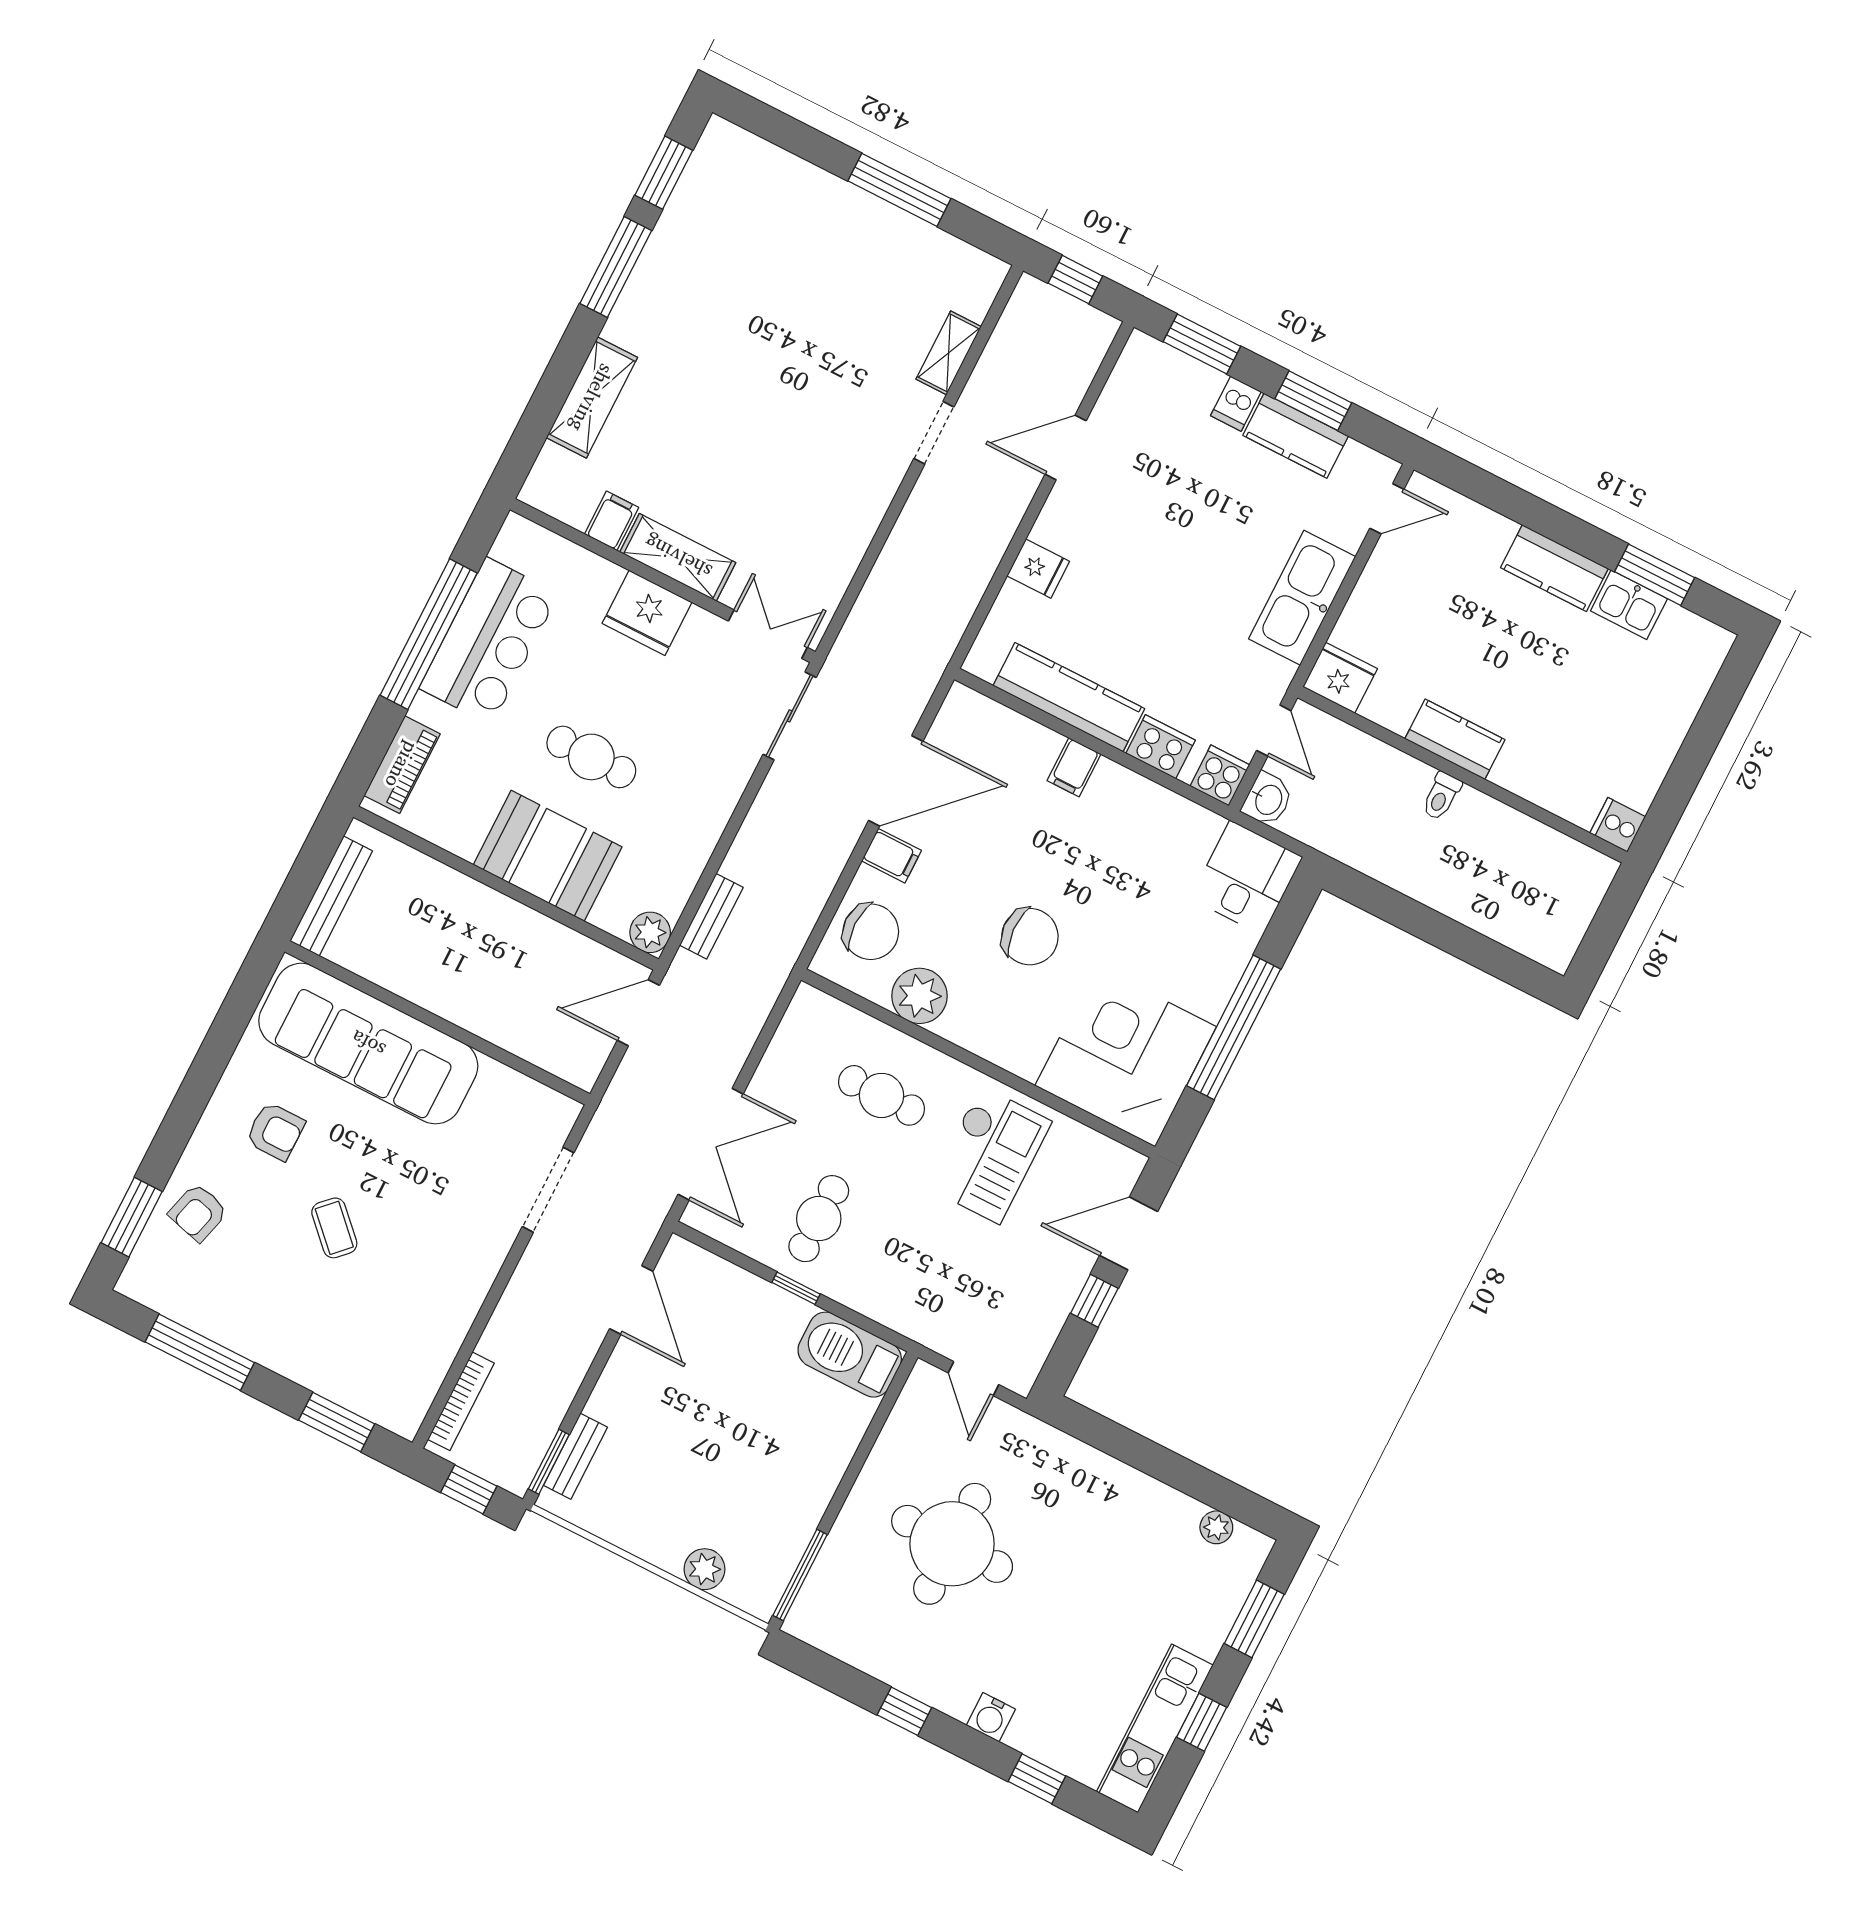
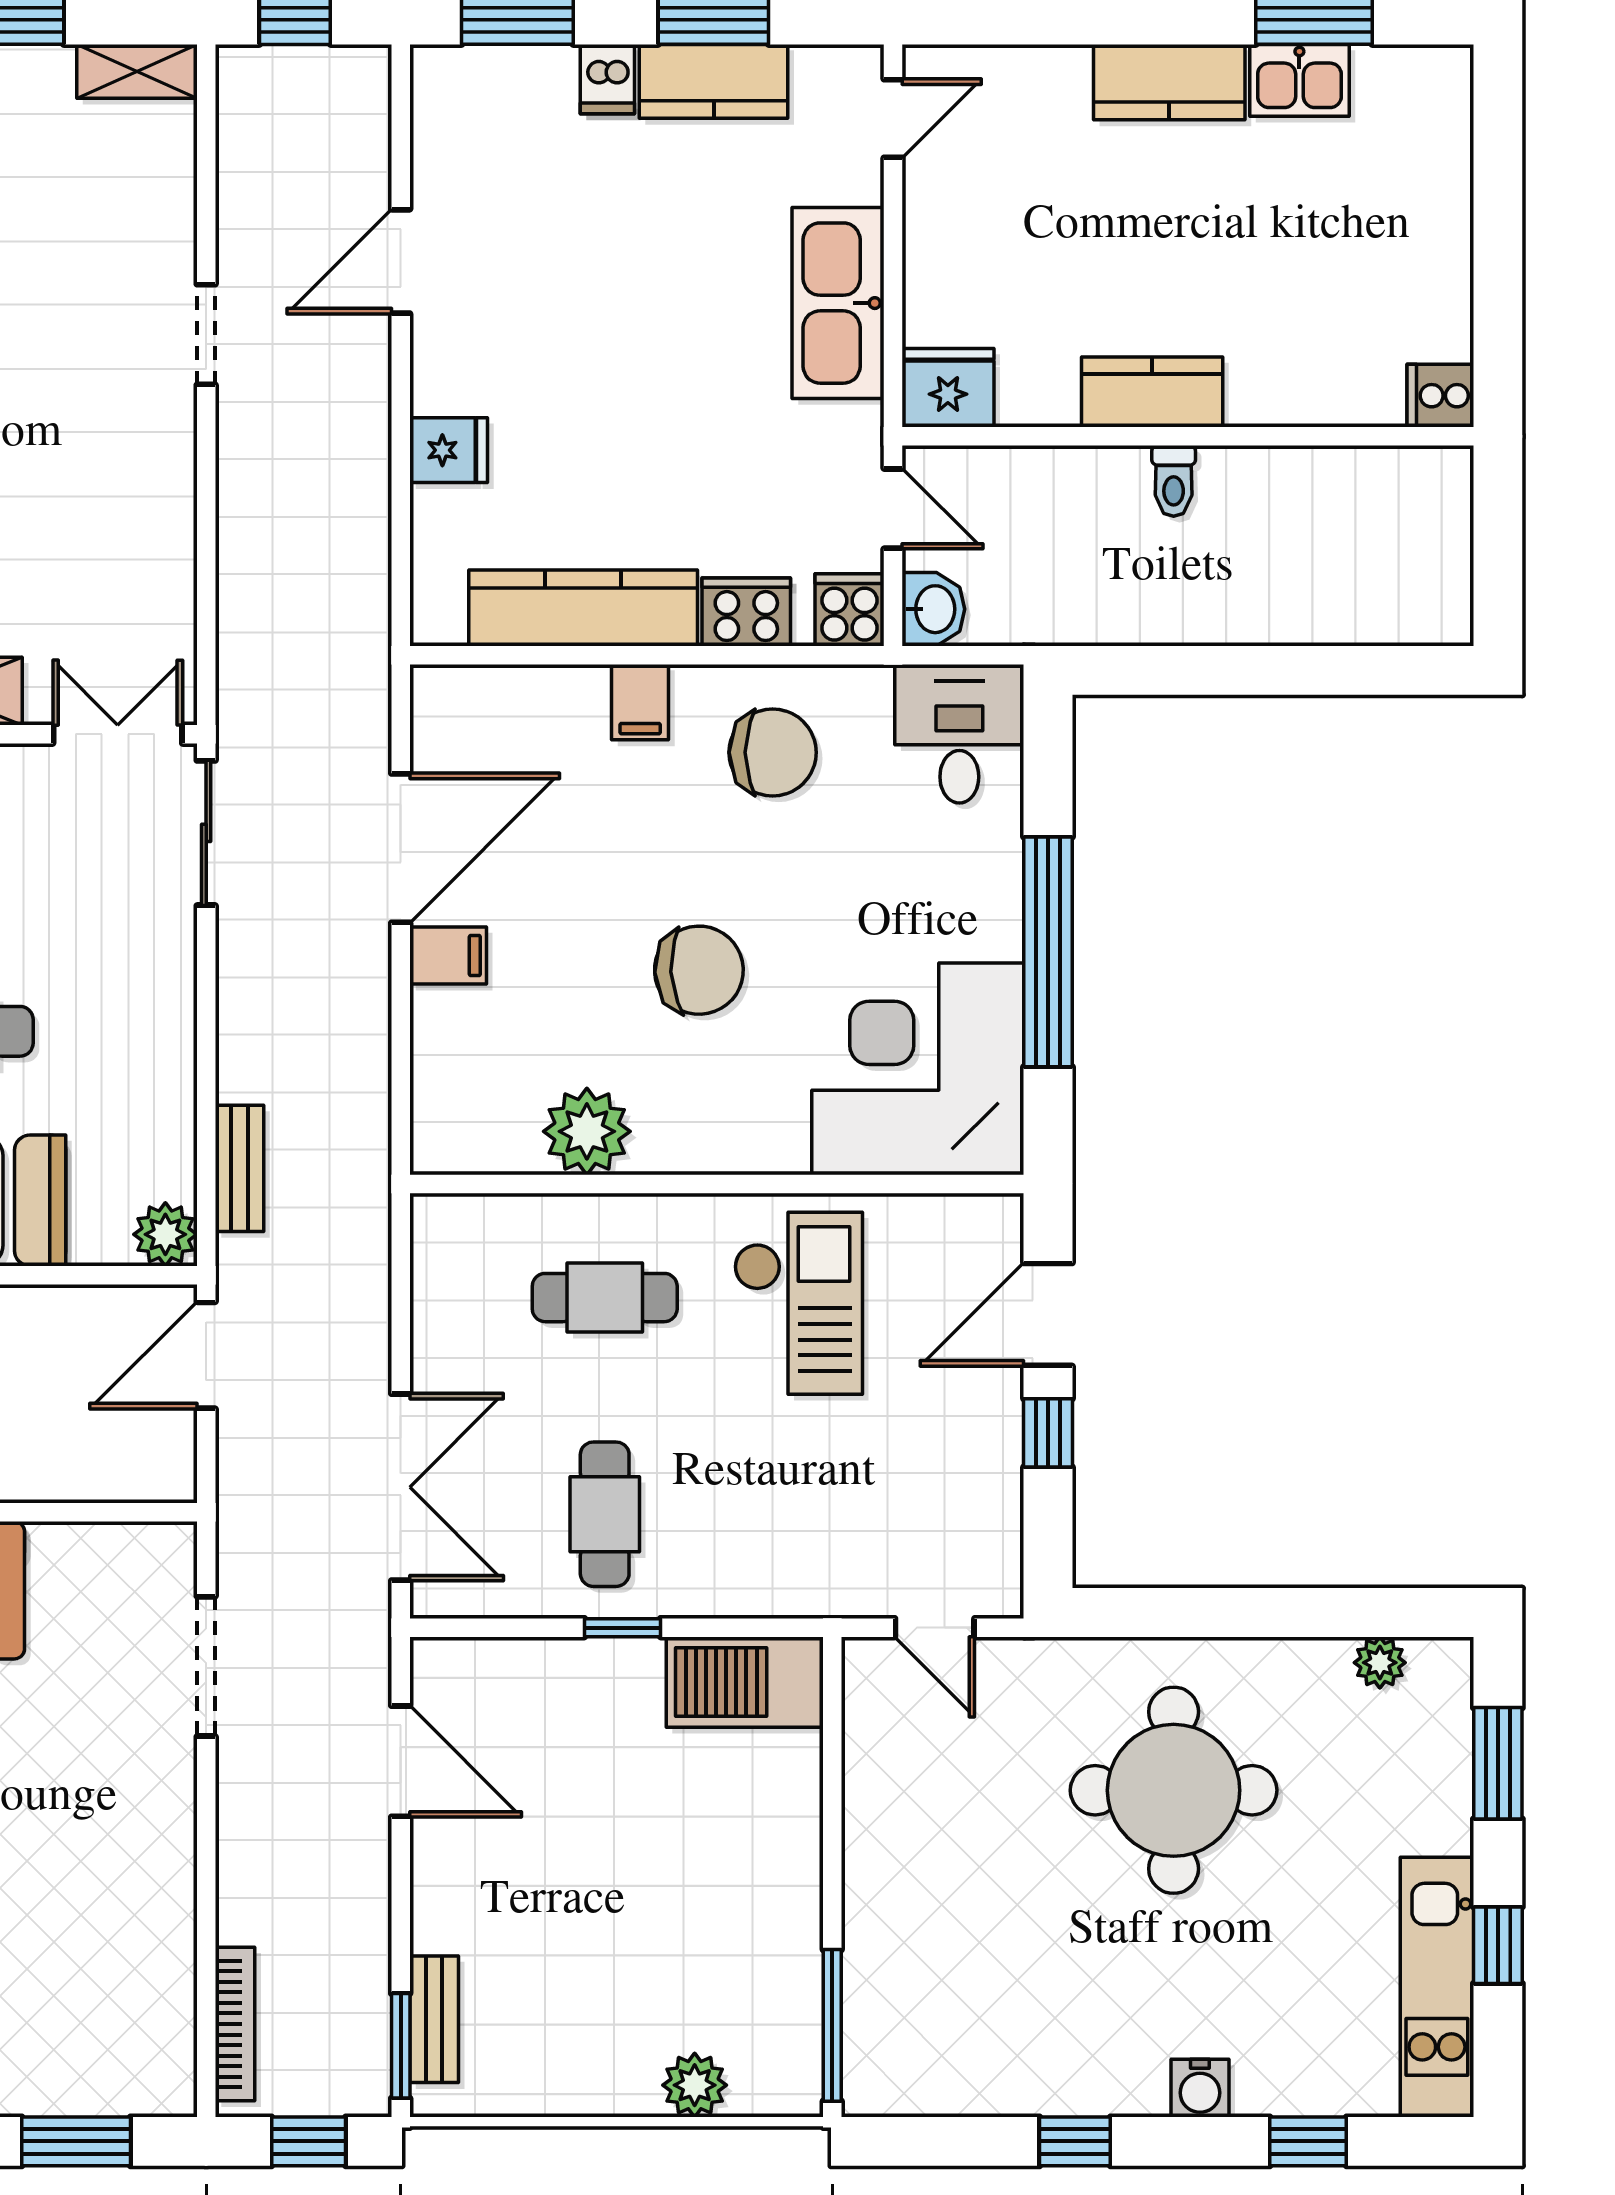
shelving: (949, 353) -> (137, 71), moved, turned 90
chair: (871, 932) -> (773, 752), moved
round table: (952, 1544) -> (1174, 1790), moved

